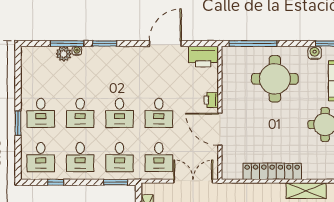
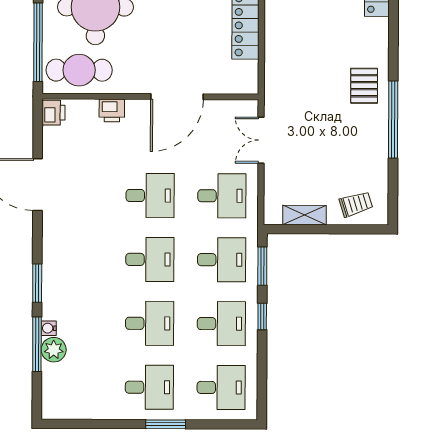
printer: (203, 57) -> (53, 113), width x0.53, depth x0.68
cafe table: (236, 69) -> (79, 70), added
printer: (211, 100) -> (112, 110), moved
double door: (193, 181) -> (261, 140), width x0.73
window: (56, 182) -> (262, 316), moved

